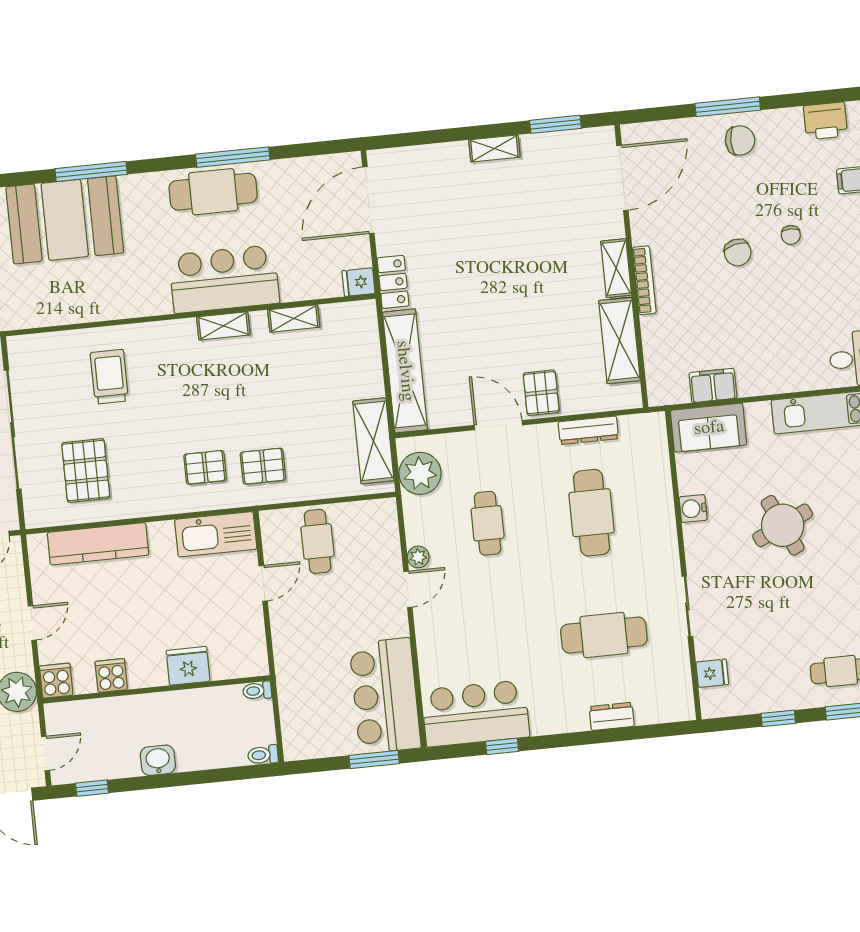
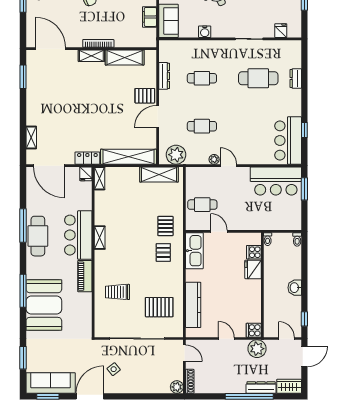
shelving: (494, 148) -> (31, 137), moved
piano: (136, 302) -> (85, 276), added
shelving: (294, 318) -> (99, 178), moved
cafe table: (592, 513) -> (202, 78), width x0.73, depth x0.74
cafe table: (604, 635) -> (258, 78), turned 90
cooker: (111, 676) -> (254, 252), moved

